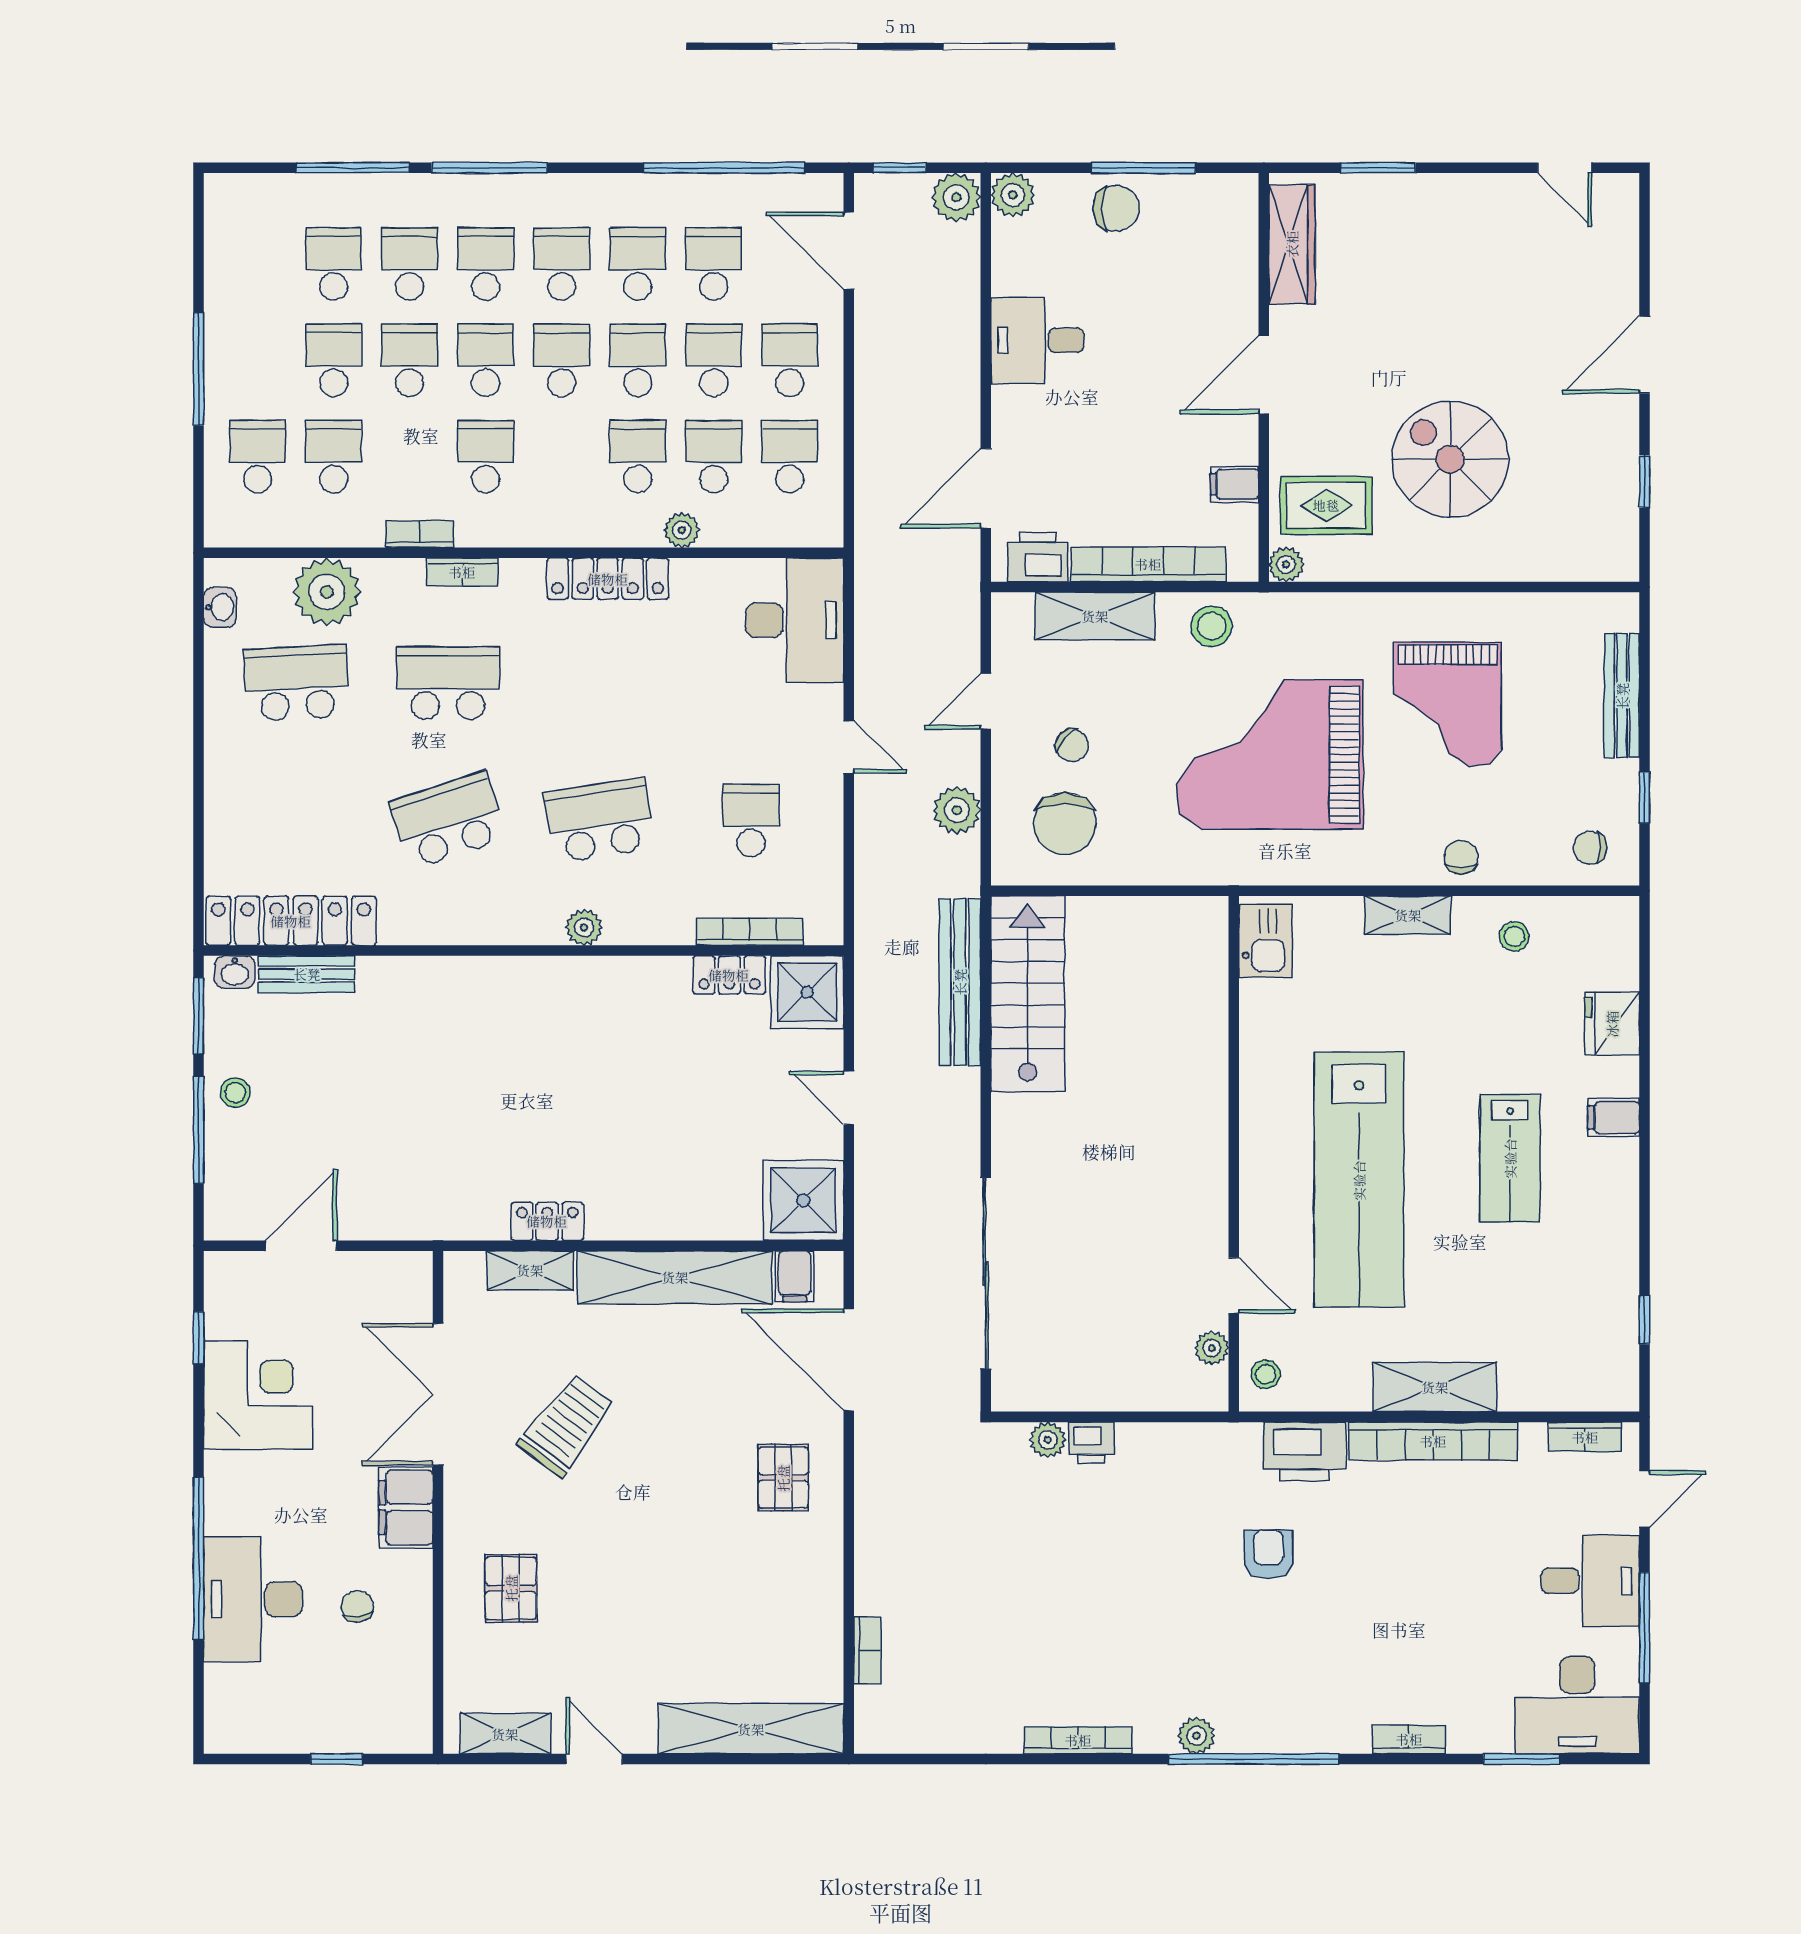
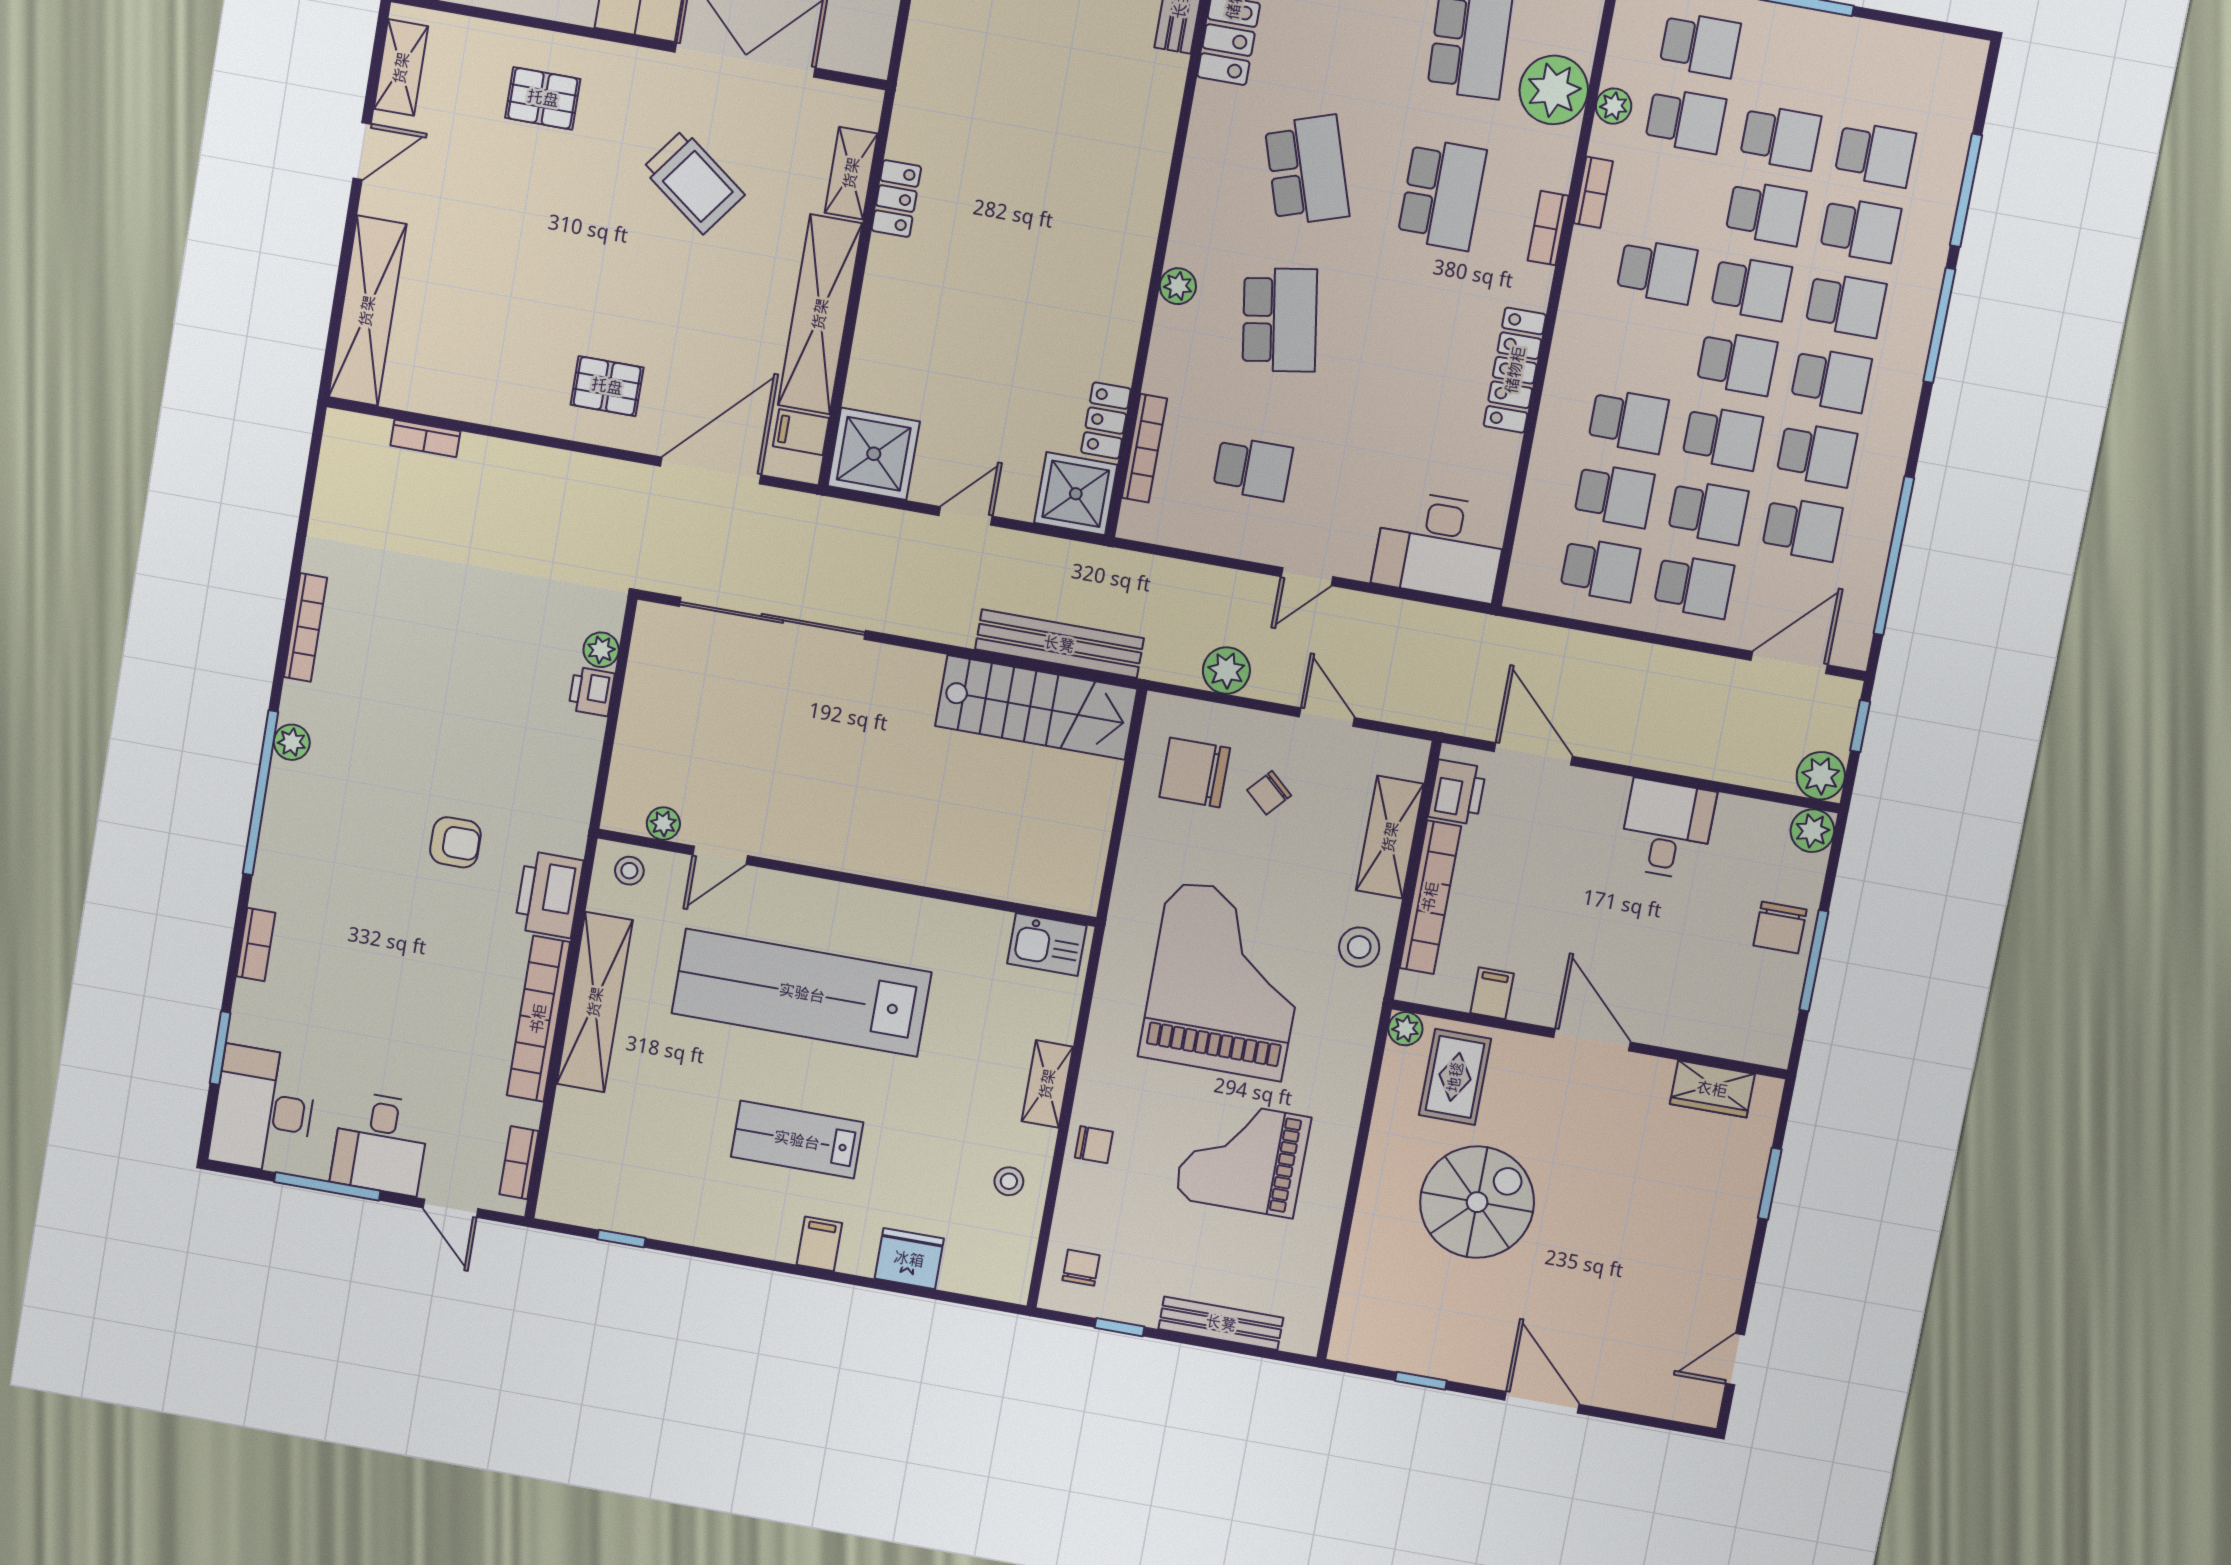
wardrobe: (1292, 244) -> (1712, 1089), width x0.67
plant: (682, 530) -> (1614, 106), moved
shelving: (1435, 1387) -> (595, 1002), width x1.47

